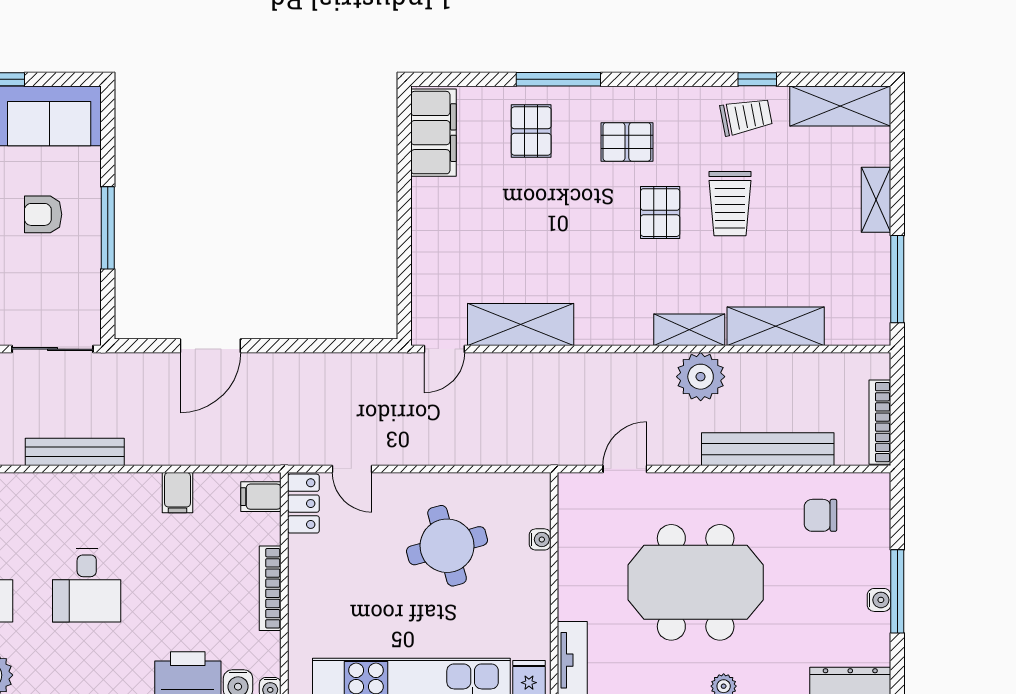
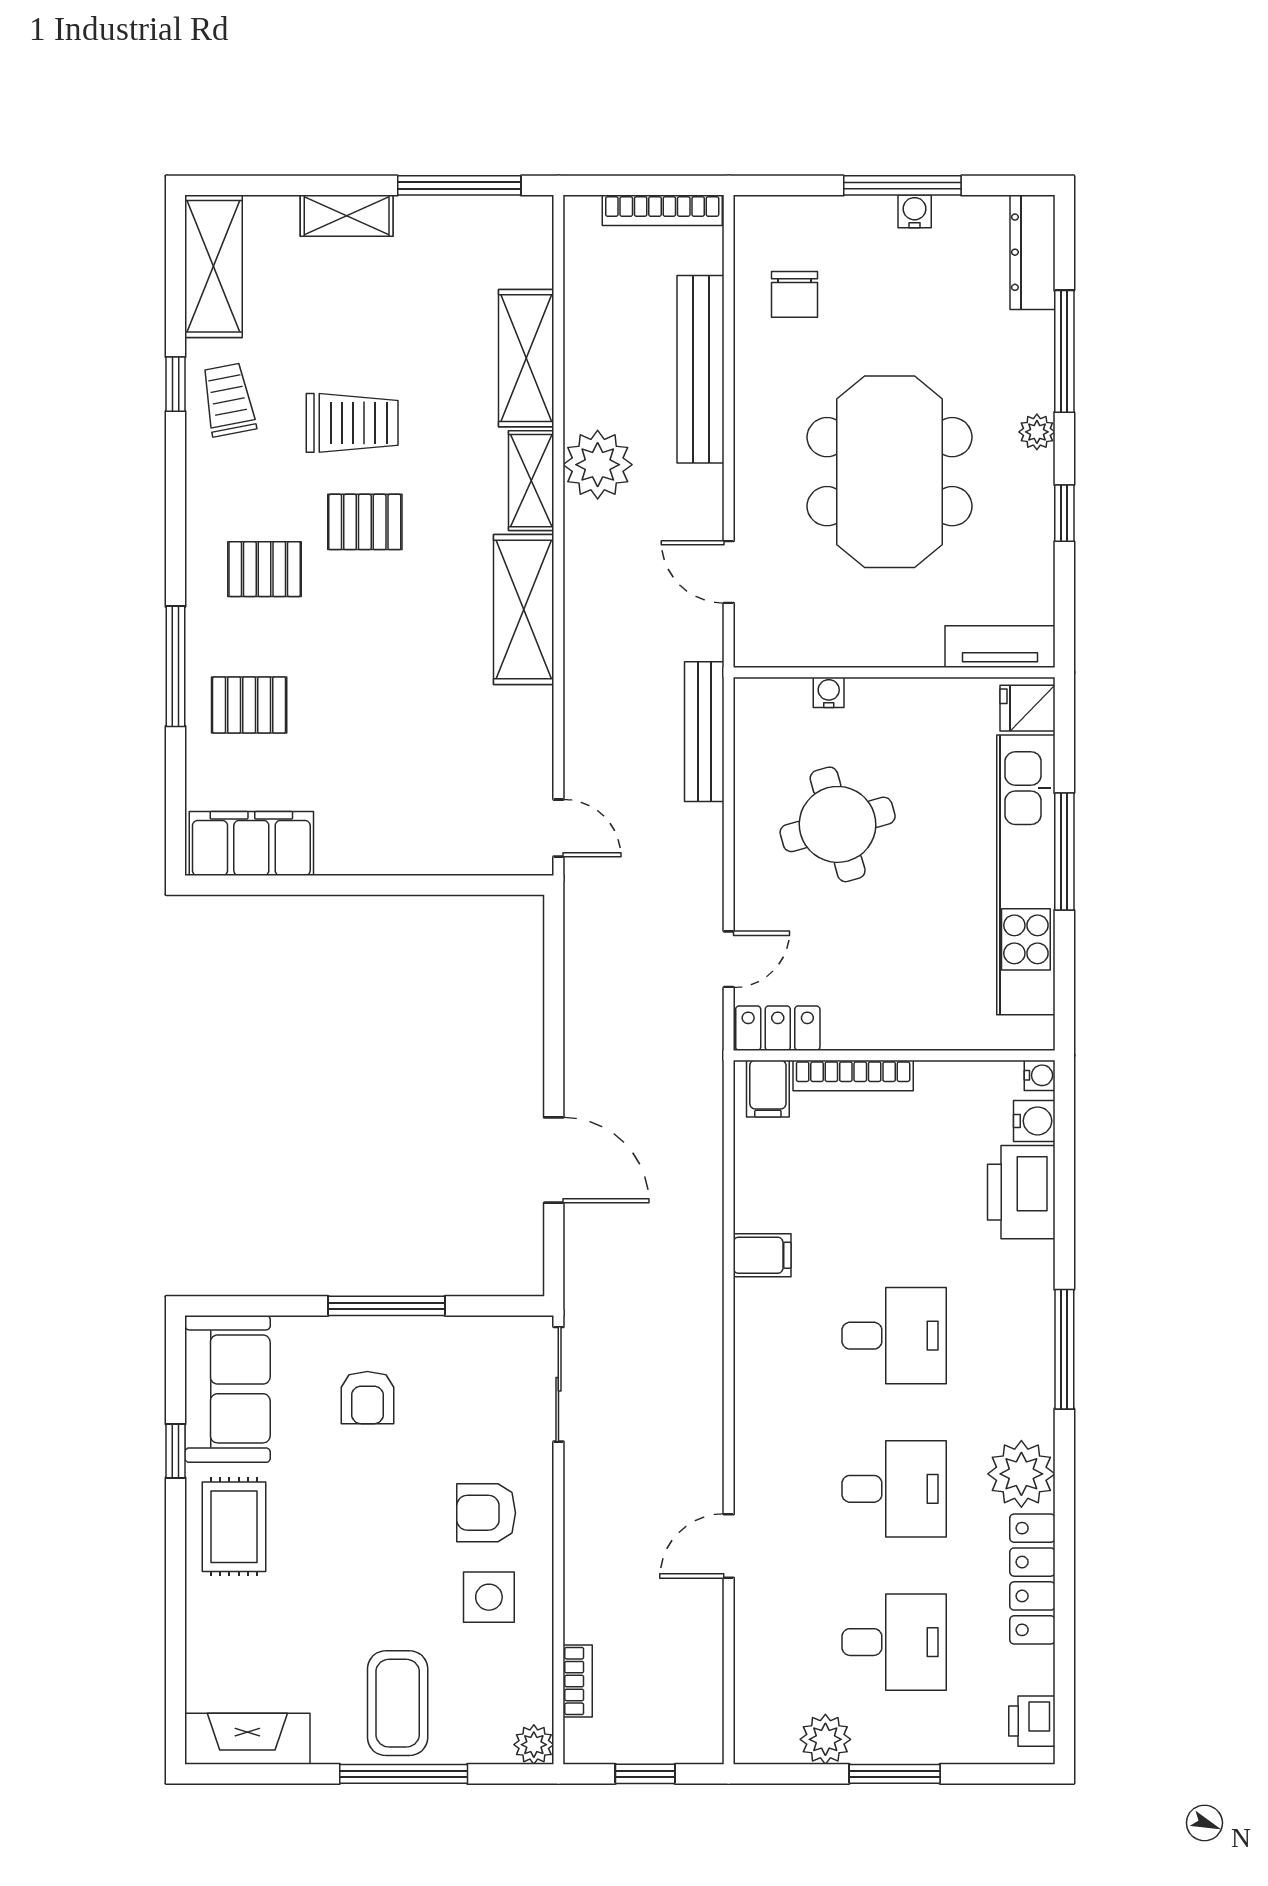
pallet: (627, 142) -> (265, 569), turned 90
shelving: (521, 325) -> (524, 610), moved
bench: (75, 452) -> (704, 732), moved
filing cabinet: (178, 493) -> (762, 1255), moved
bookcase: (270, 588) -> (853, 1075), moved

